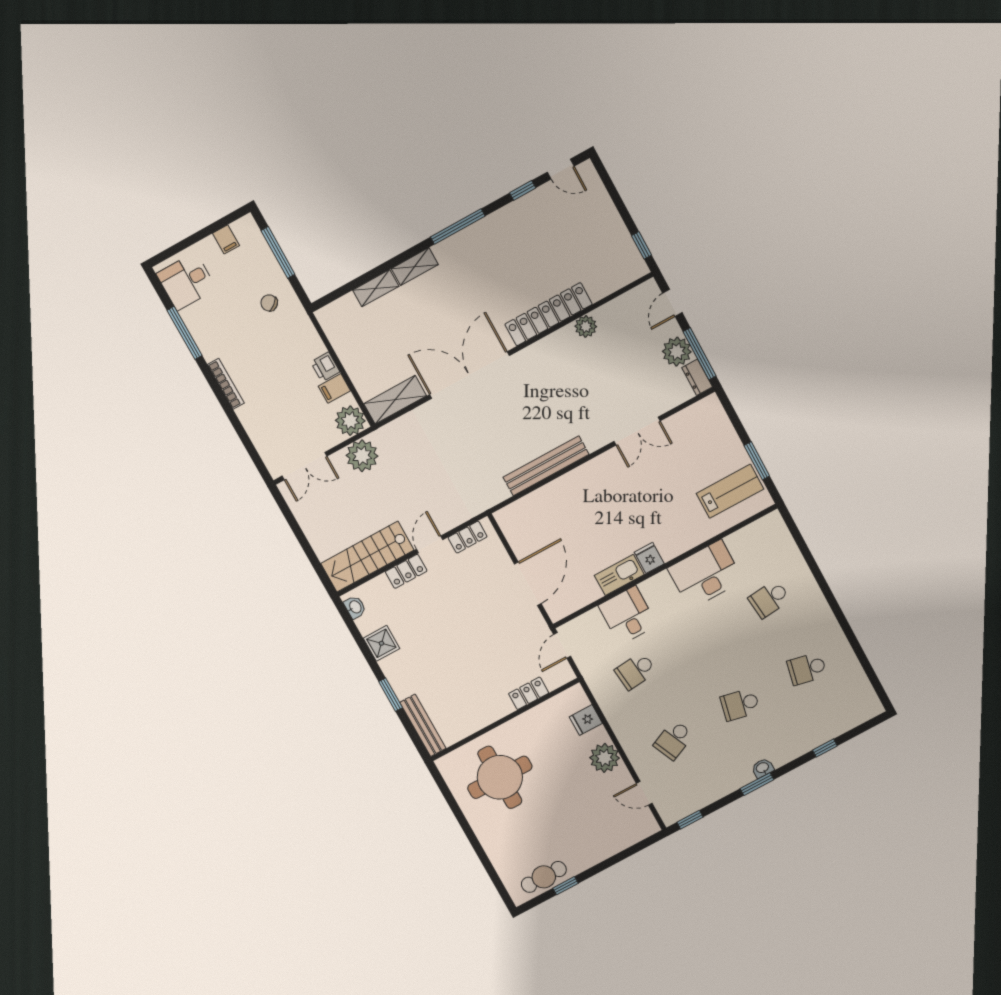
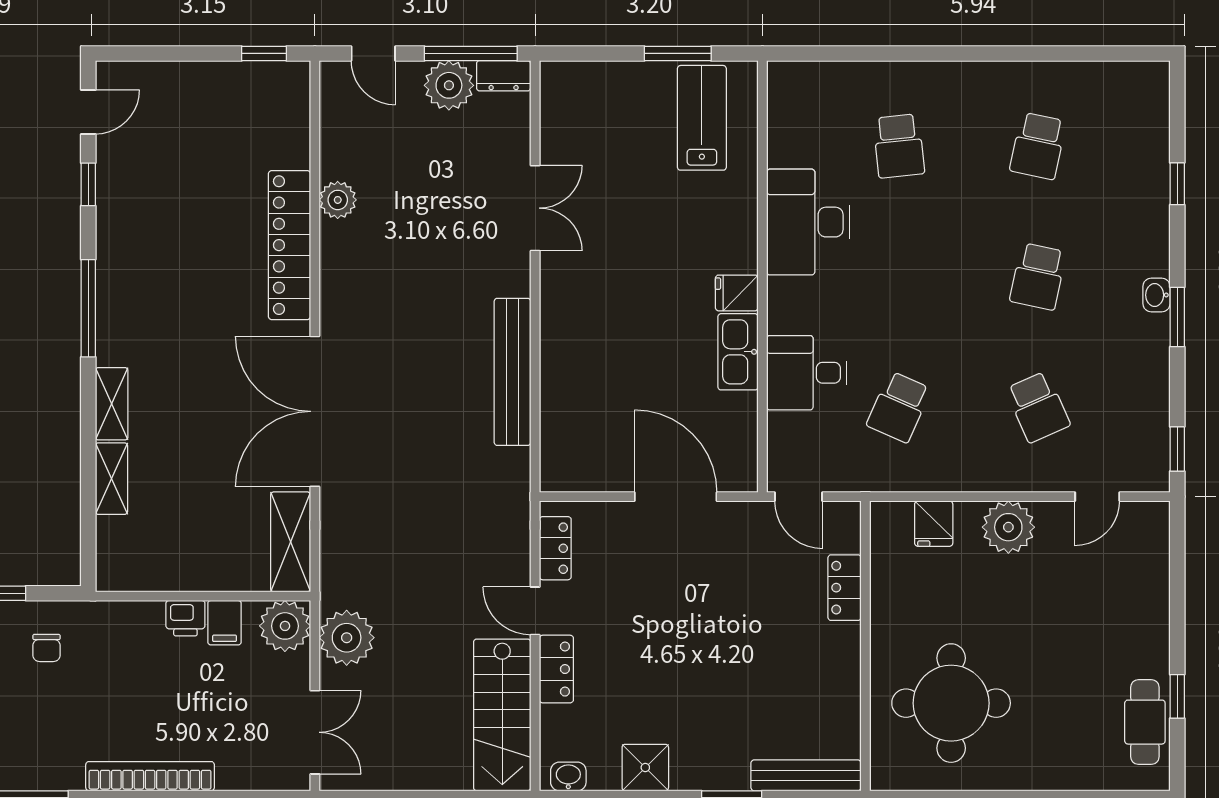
chair: (269, 303) -> (46, 648), turned -52
bookcase: (226, 384) -> (150, 776), width x1.48, depth x1.31
school desk: (635, 671) -> (899, 407), turned 30

